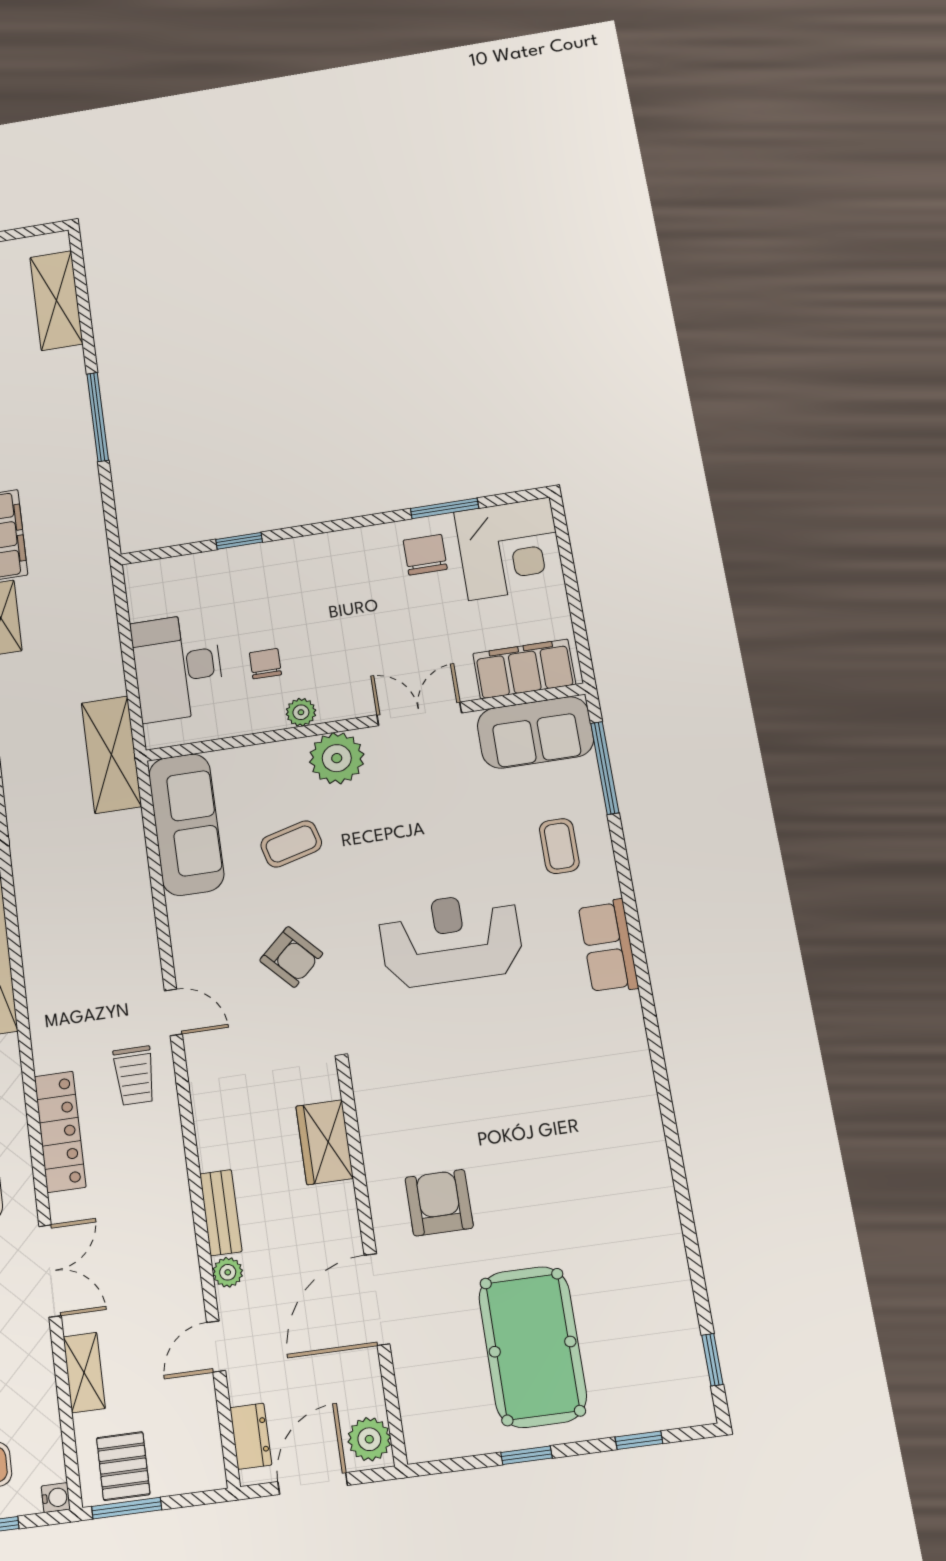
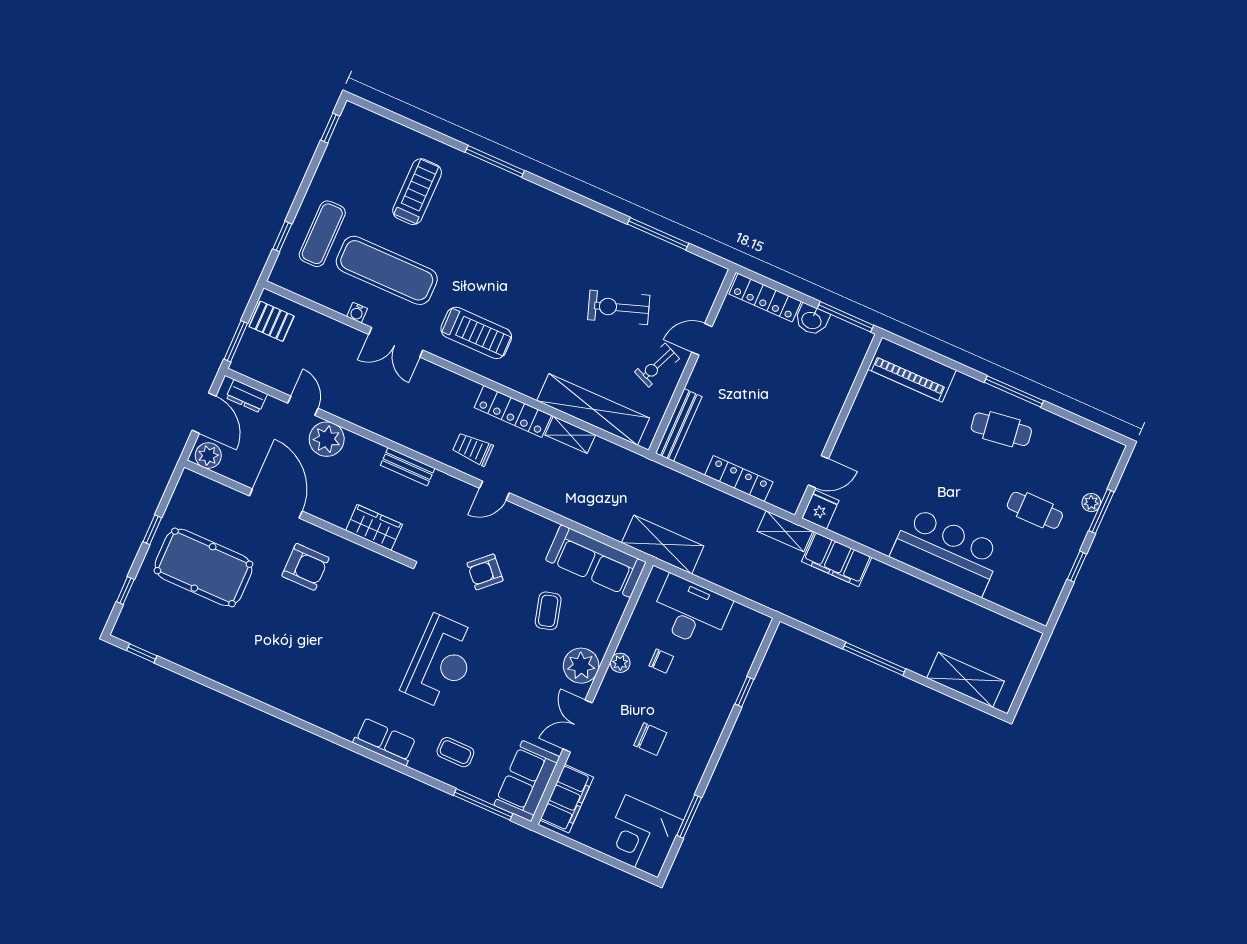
chair: (425, 555) -> (650, 739), moved
double door: (419, 714) -> (578, 726), swing flipped
locker: (60, 1132) -> (513, 412), moved
bench: (221, 1213) -> (408, 467), moved
plant: (228, 1272) -> (327, 439), width x1.88, depth x1.88
shelving: (84, 1373) -> (570, 435), moved
water cooler: (56, 1498) -> (357, 313), moved
window: (127, 1508) -> (236, 341), moved

